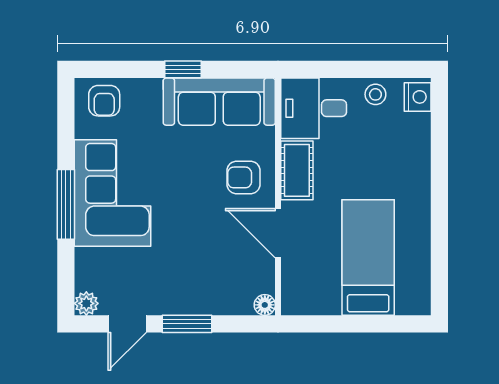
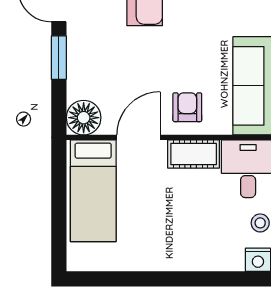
bed: (368, 257) -> (93, 191), moved, turned 90
floor lamp: (265, 305) -> (84, 118), width x1.89, depth x1.89

